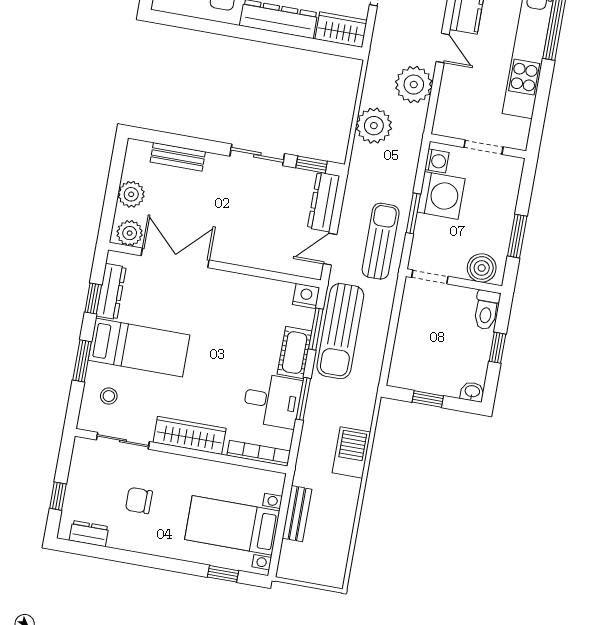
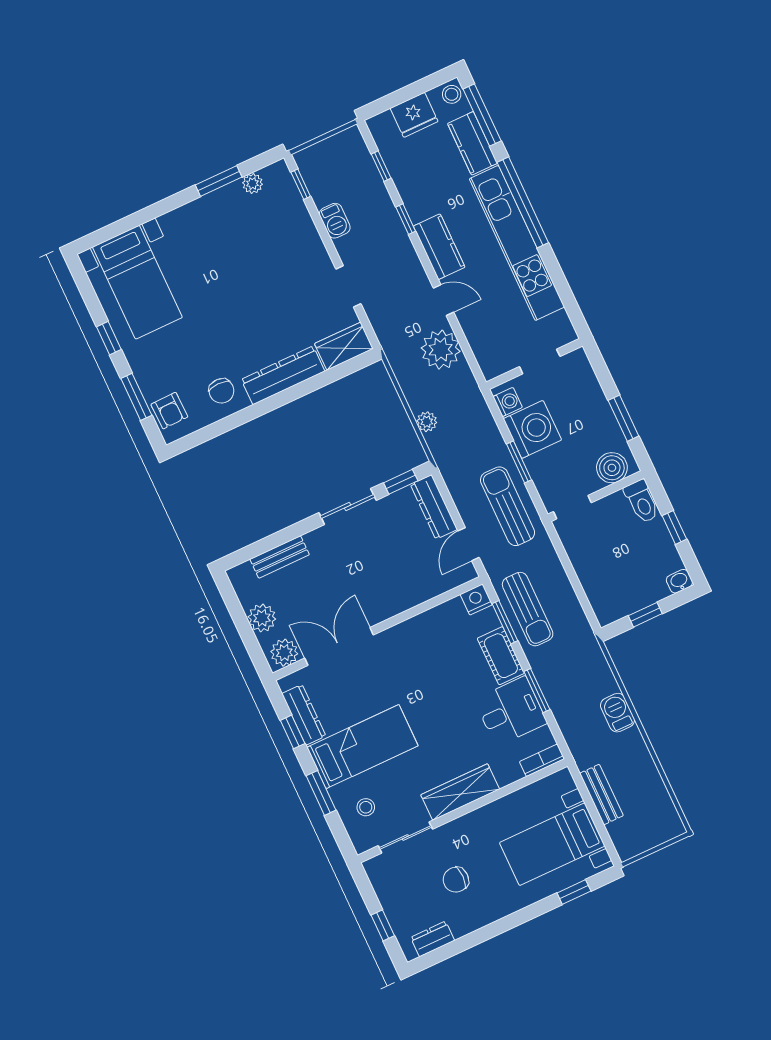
plant: (374, 126) -> (427, 422), width x0.53, depth x0.53
sun lounger: (340, 331) -> (528, 609), width x0.73, depth x0.75
barbecue: (351, 452) -> (617, 713), width x0.73, depth x0.79
bookcase: (259, 453) -> (542, 760), width x0.64

